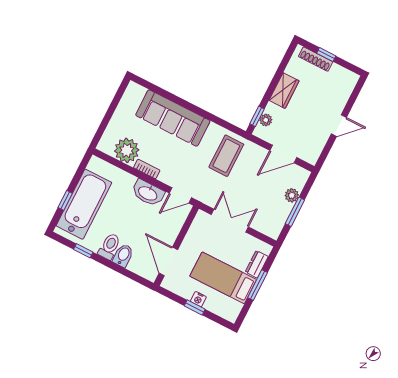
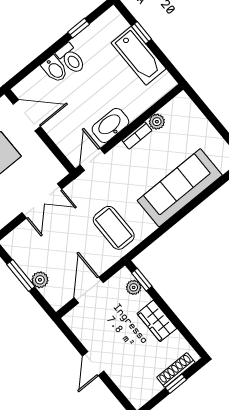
plant: (127, 150) -> (157, 122), width x0.53, depth x0.53
bathtub: (84, 204) -> (139, 56), width x0.73, depth x0.73

